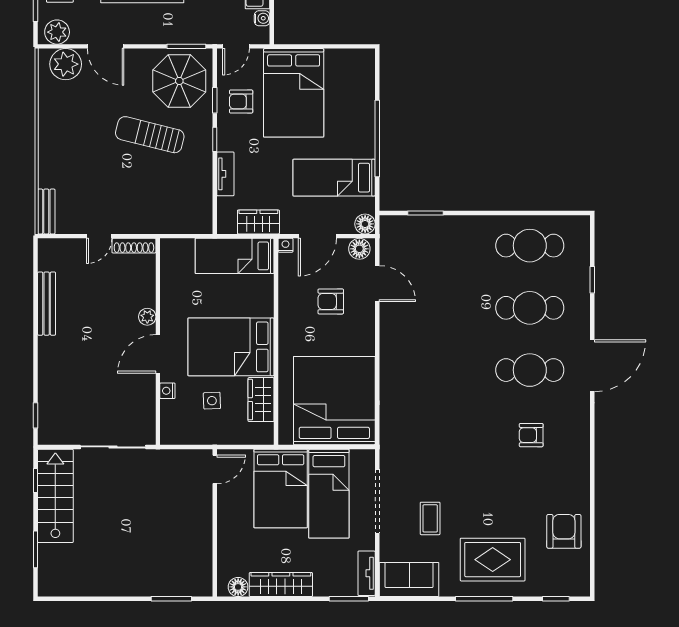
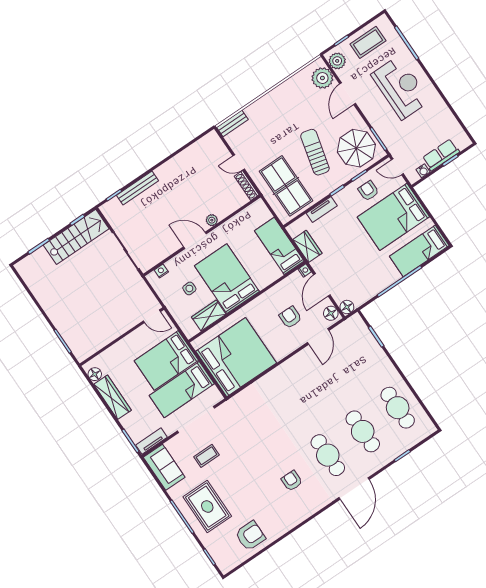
bed: (334, 178) -> (419, 251), moved, turned -90
table tennis table: (167, 198) -> (286, 186), added
door: (317, 236) -> (322, 285), hinge flipped
bench: (47, 304) -> (138, 188), moved
door: (592, 366) -> (354, 489), hinge flipped
nightstand: (167, 391) -> (161, 271), moved

